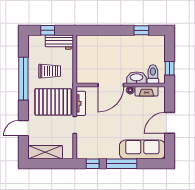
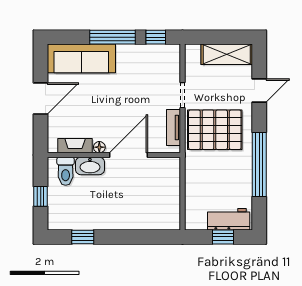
workbench: (59, 42) -> (229, 219), moved
window: (170, 68) -> (41, 196), moved
trolley: (50, 71) -> (220, 176), removed

